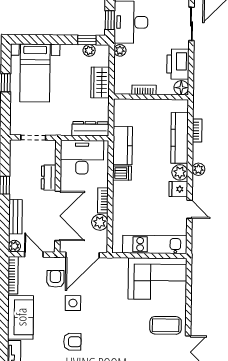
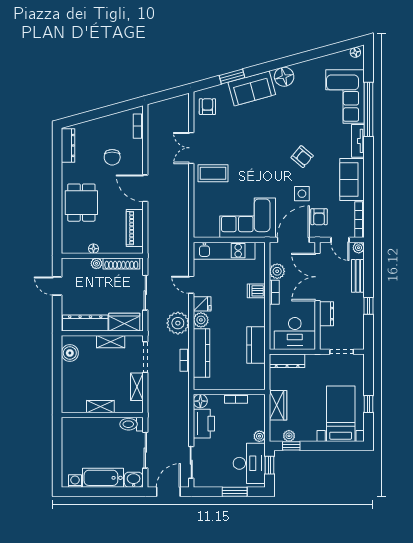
plant: (198, 169) -> (178, 323), width x1.88, depth x1.88
dishwasher: (122, 173) -> (256, 291), moved
corner sofa: (157, 279) -> (248, 218), moved
armchair: (72, 342) -> (302, 157), turned -140

